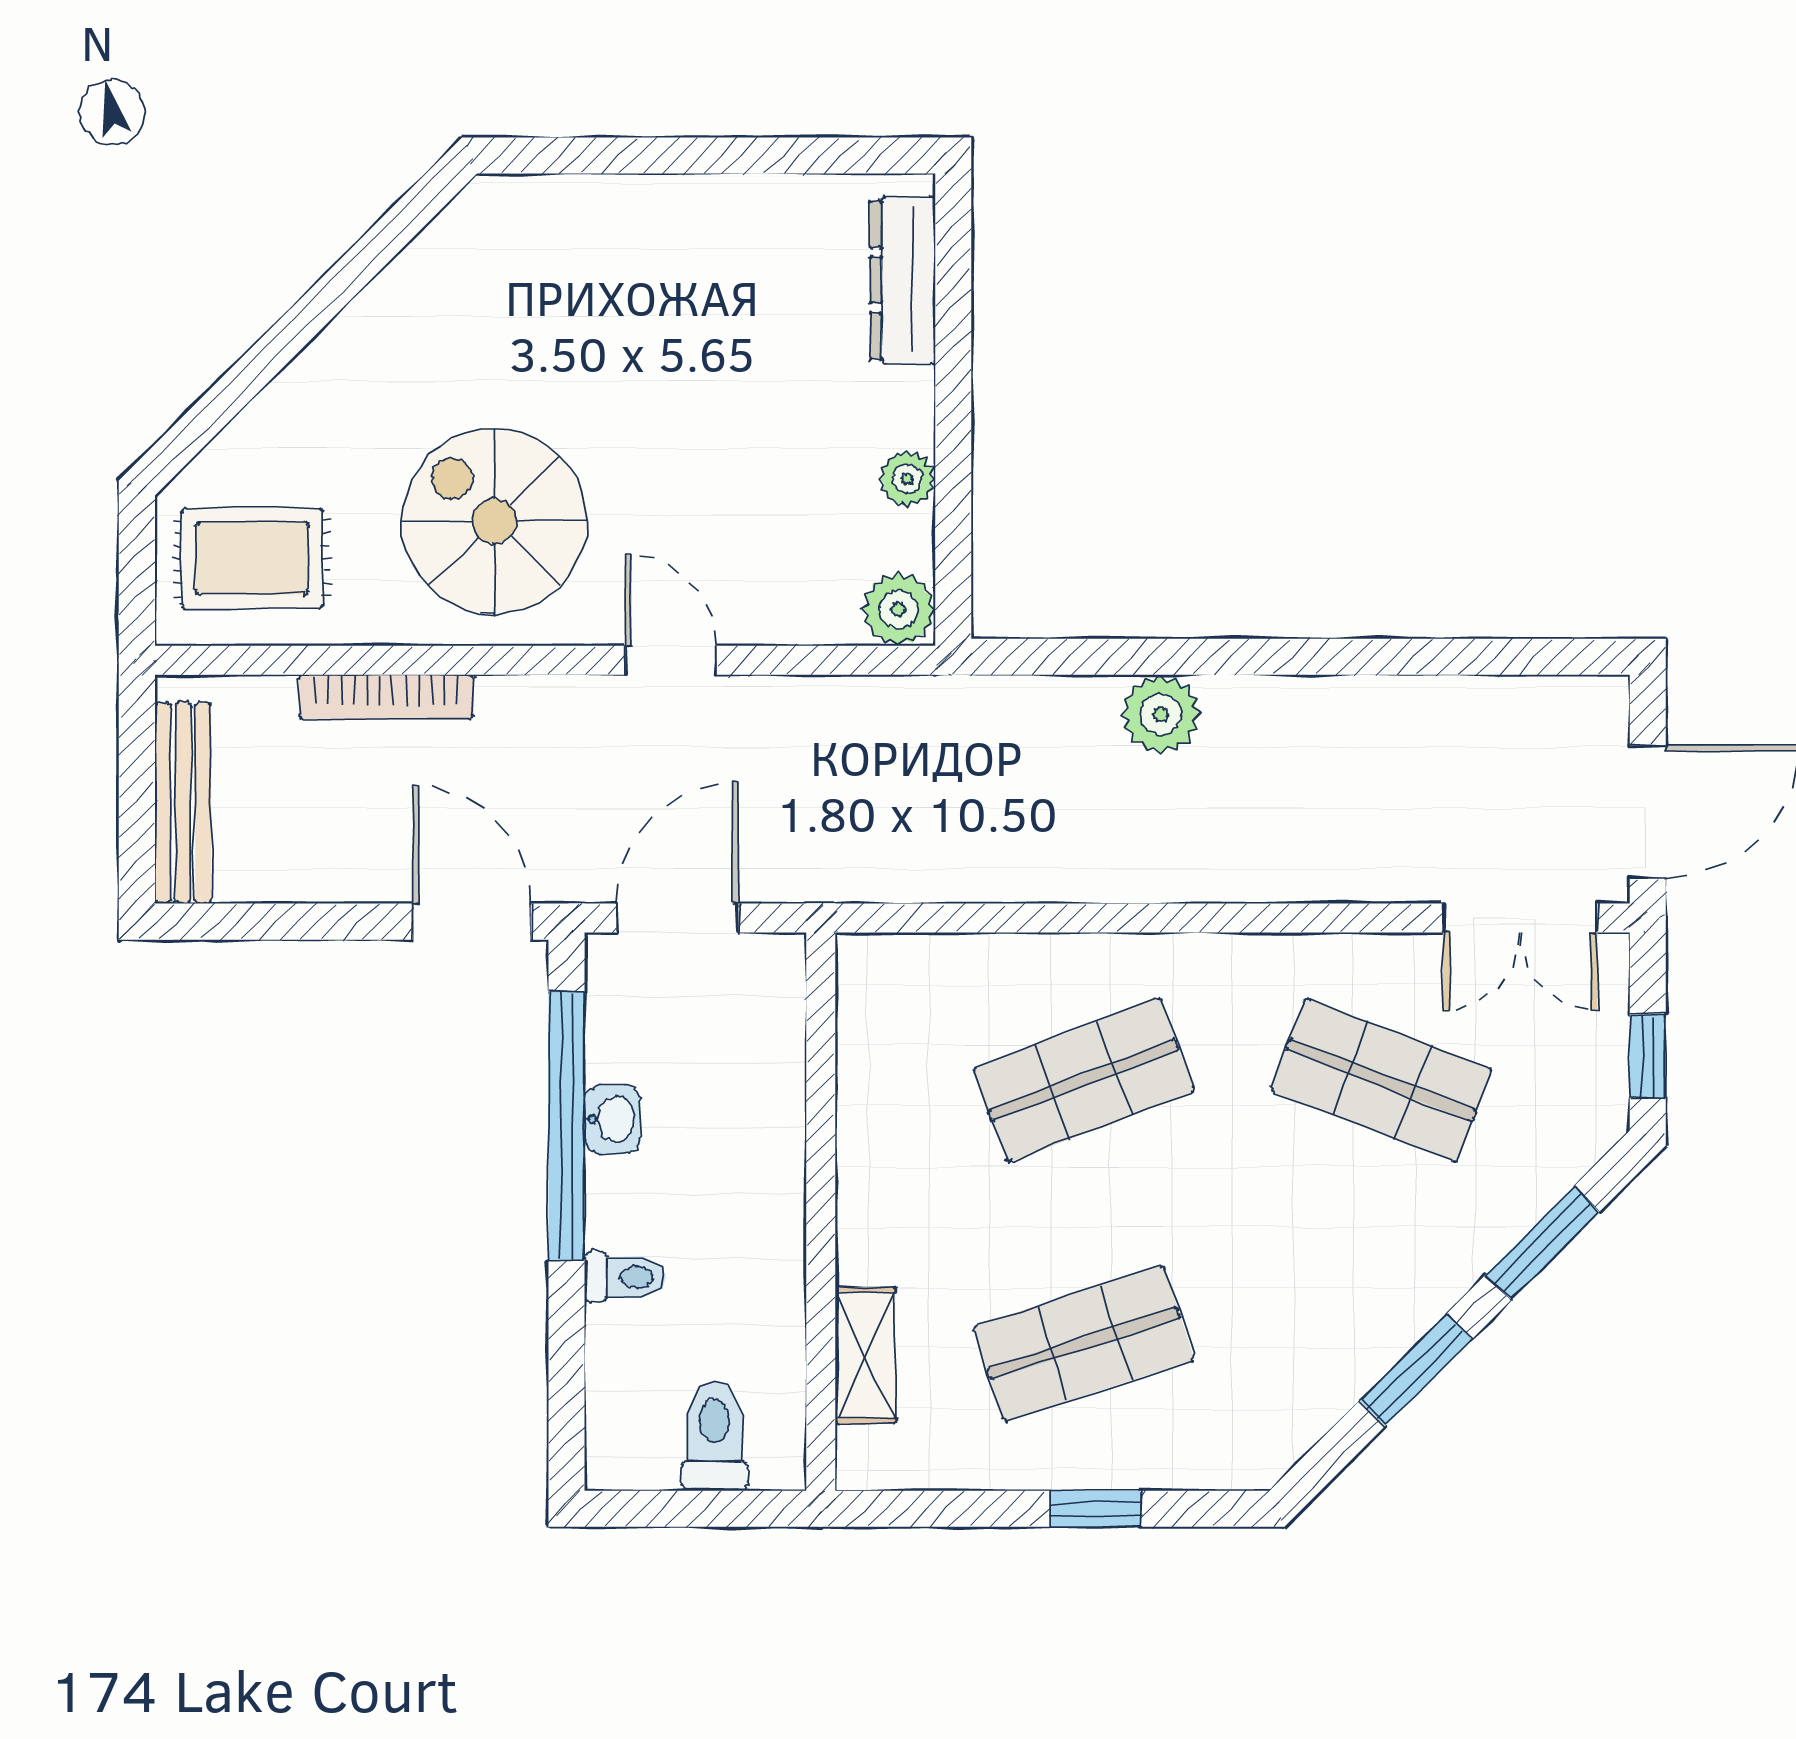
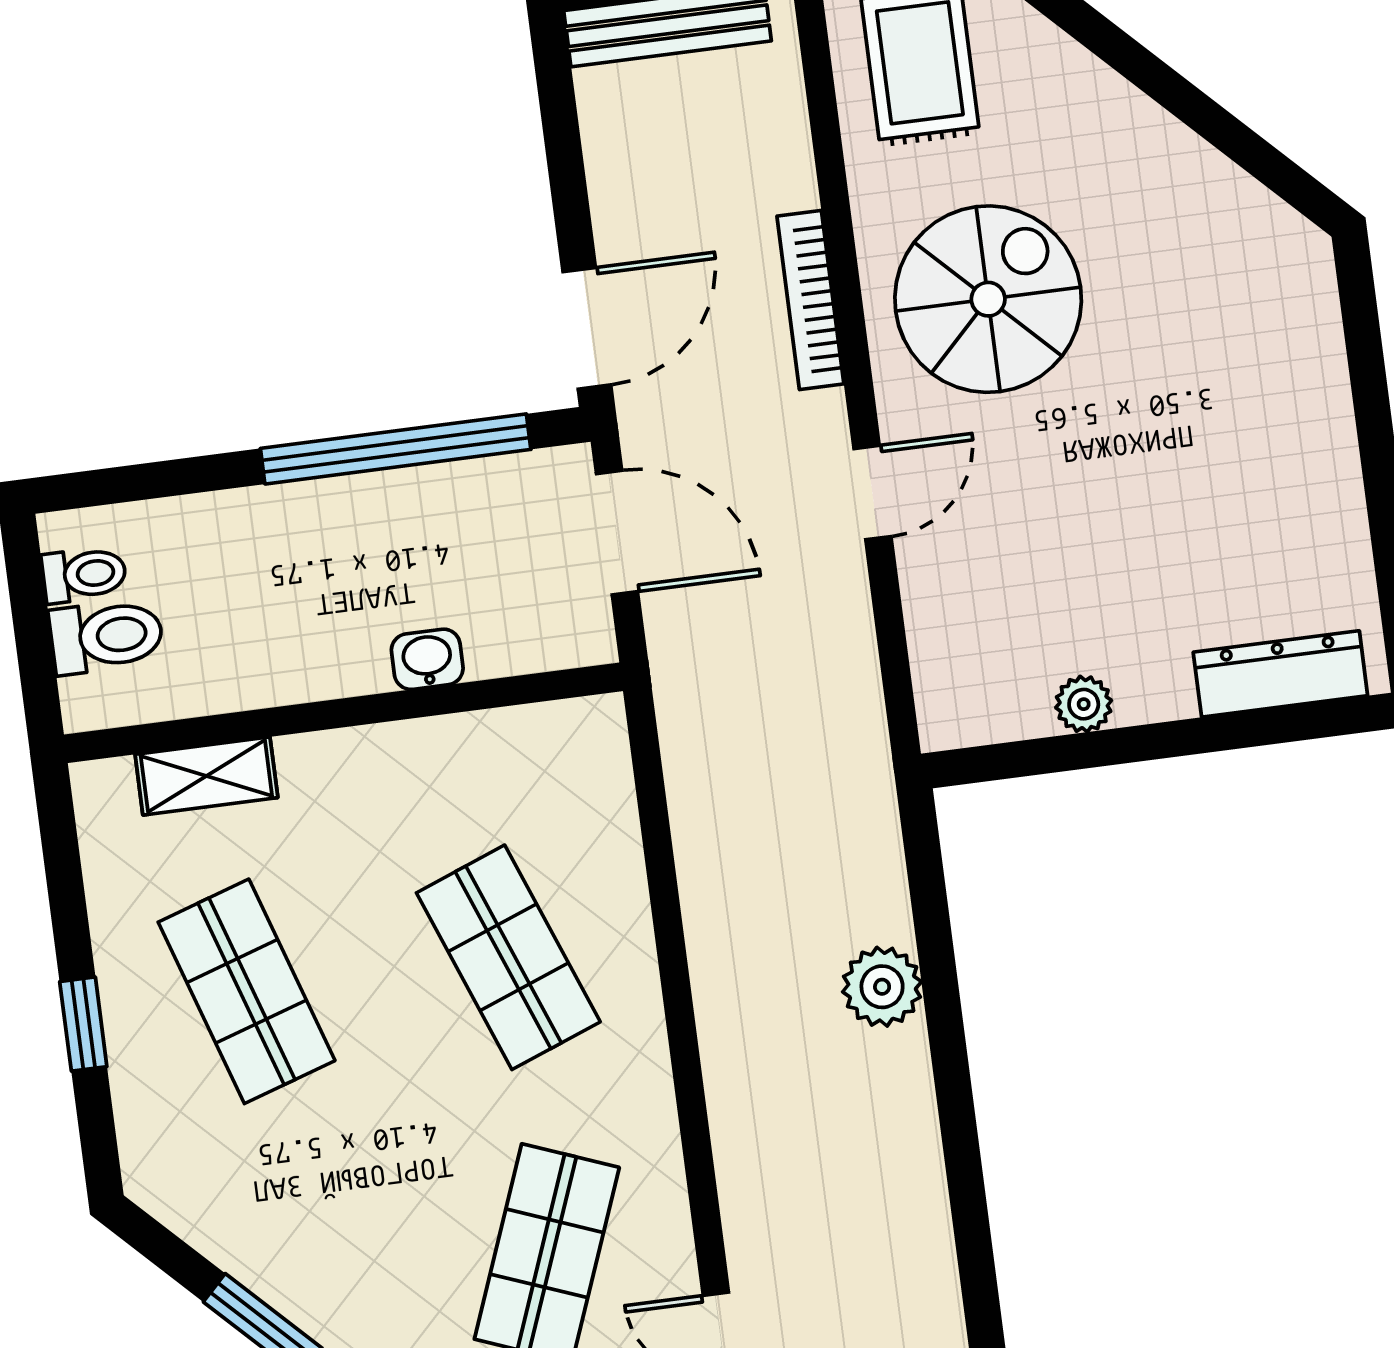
plant: (899, 609) -> (953, 712), removed
bookcase: (387, 697) -> (810, 300), moved
washbasin: (612, 1119) -> (427, 659), moved, turned 180
toilet: (625, 1277) -> (84, 574), moved, turned -90

